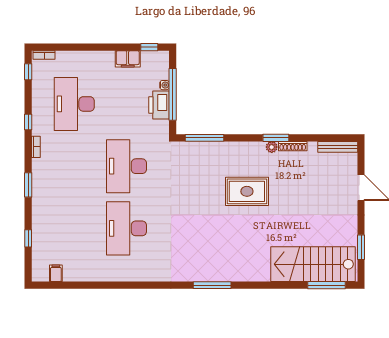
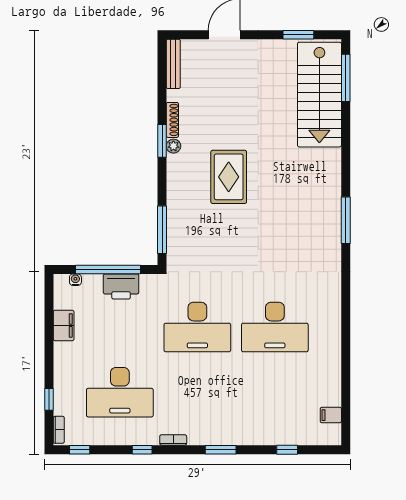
window: (149, 47) -> (49, 399), moved
water cooler: (164, 85) -> (75, 280), moved

